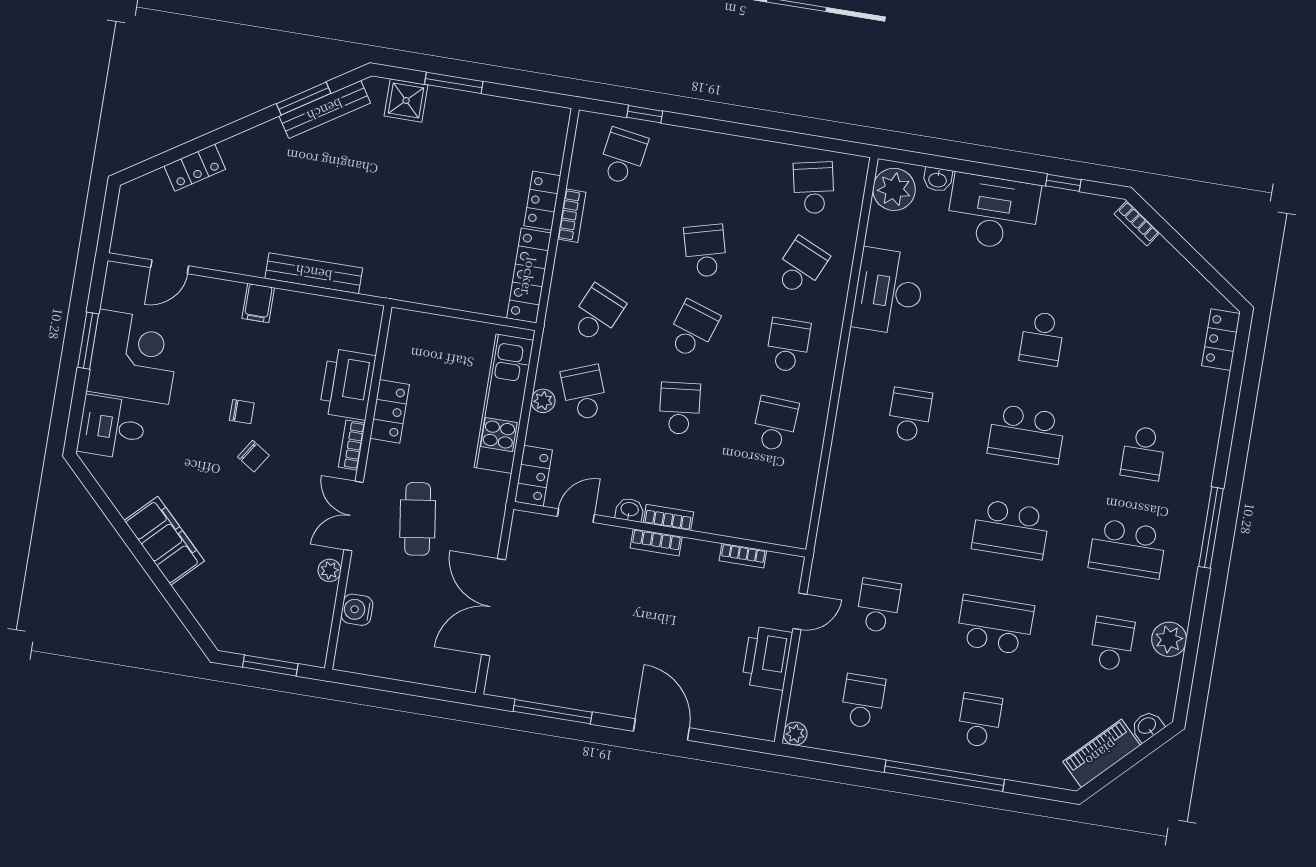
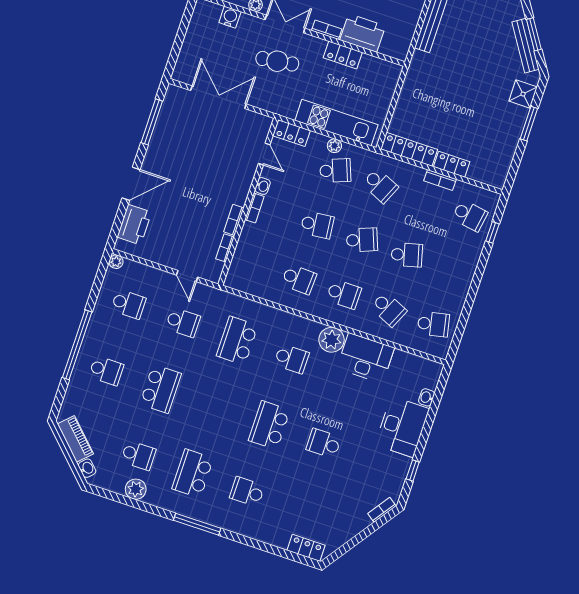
plant: (894, 189) -> (331, 340), moved
school desk: (693, 330) -> (362, 240), turned -39
school desk: (1011, 529) -> (237, 341), moved
bookcase: (656, 542) -> (234, 220), moved
printer: (767, 658) -> (134, 225), moved, turned 90

